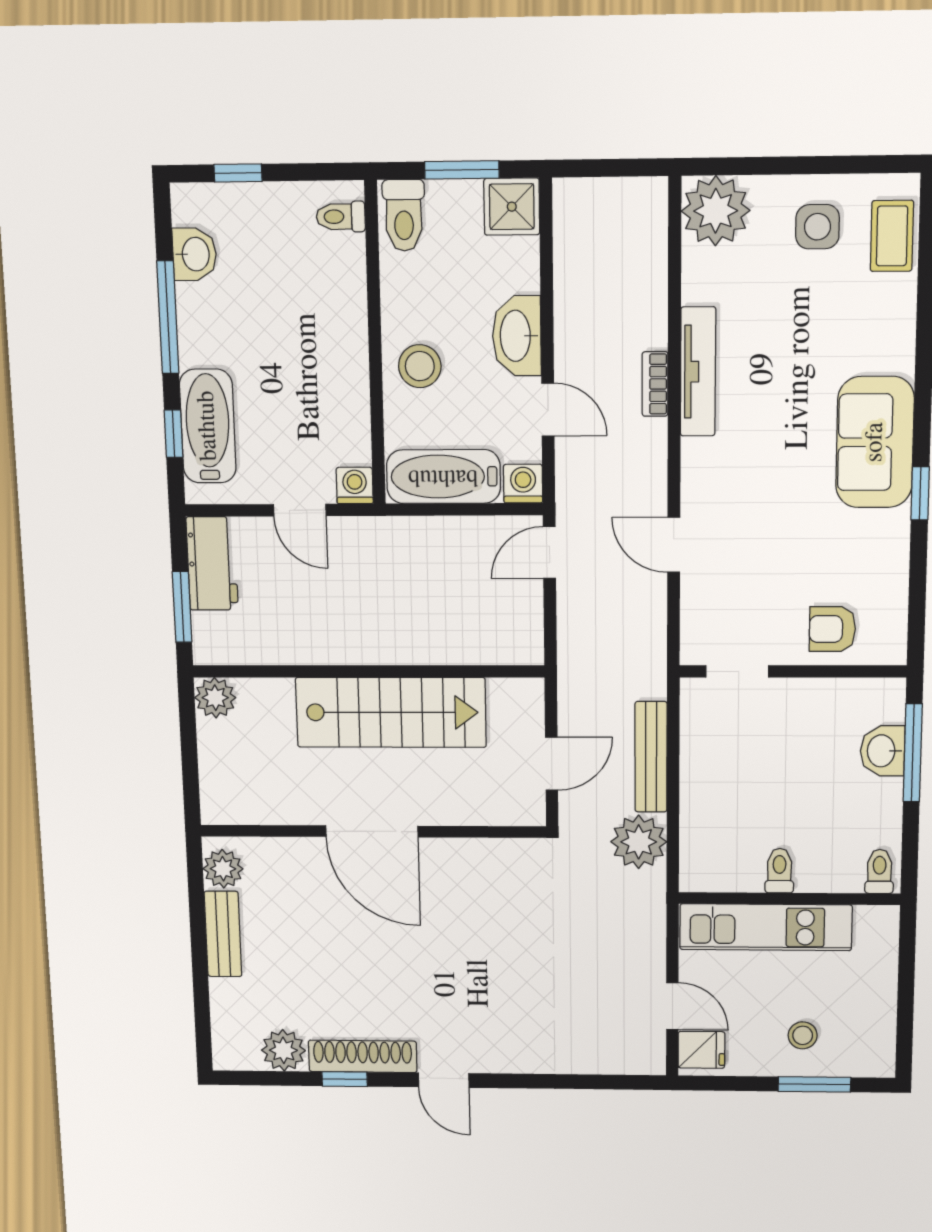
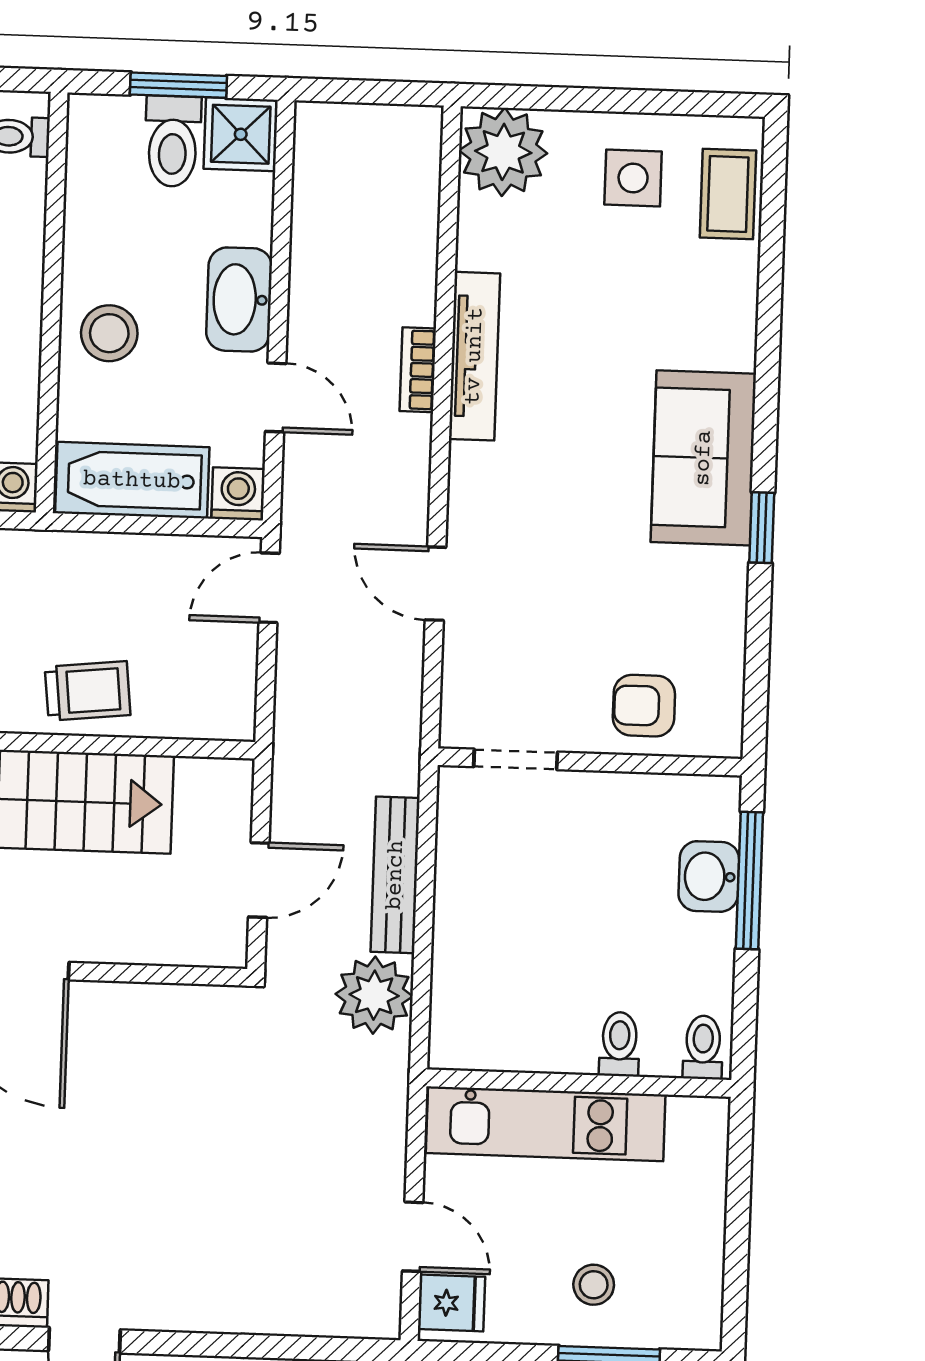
toilet: (404, 215) -> (173, 141), moved
trolley: (419, 633) -> (88, 691), added
toilet: (779, 871) -> (619, 1044), moved

